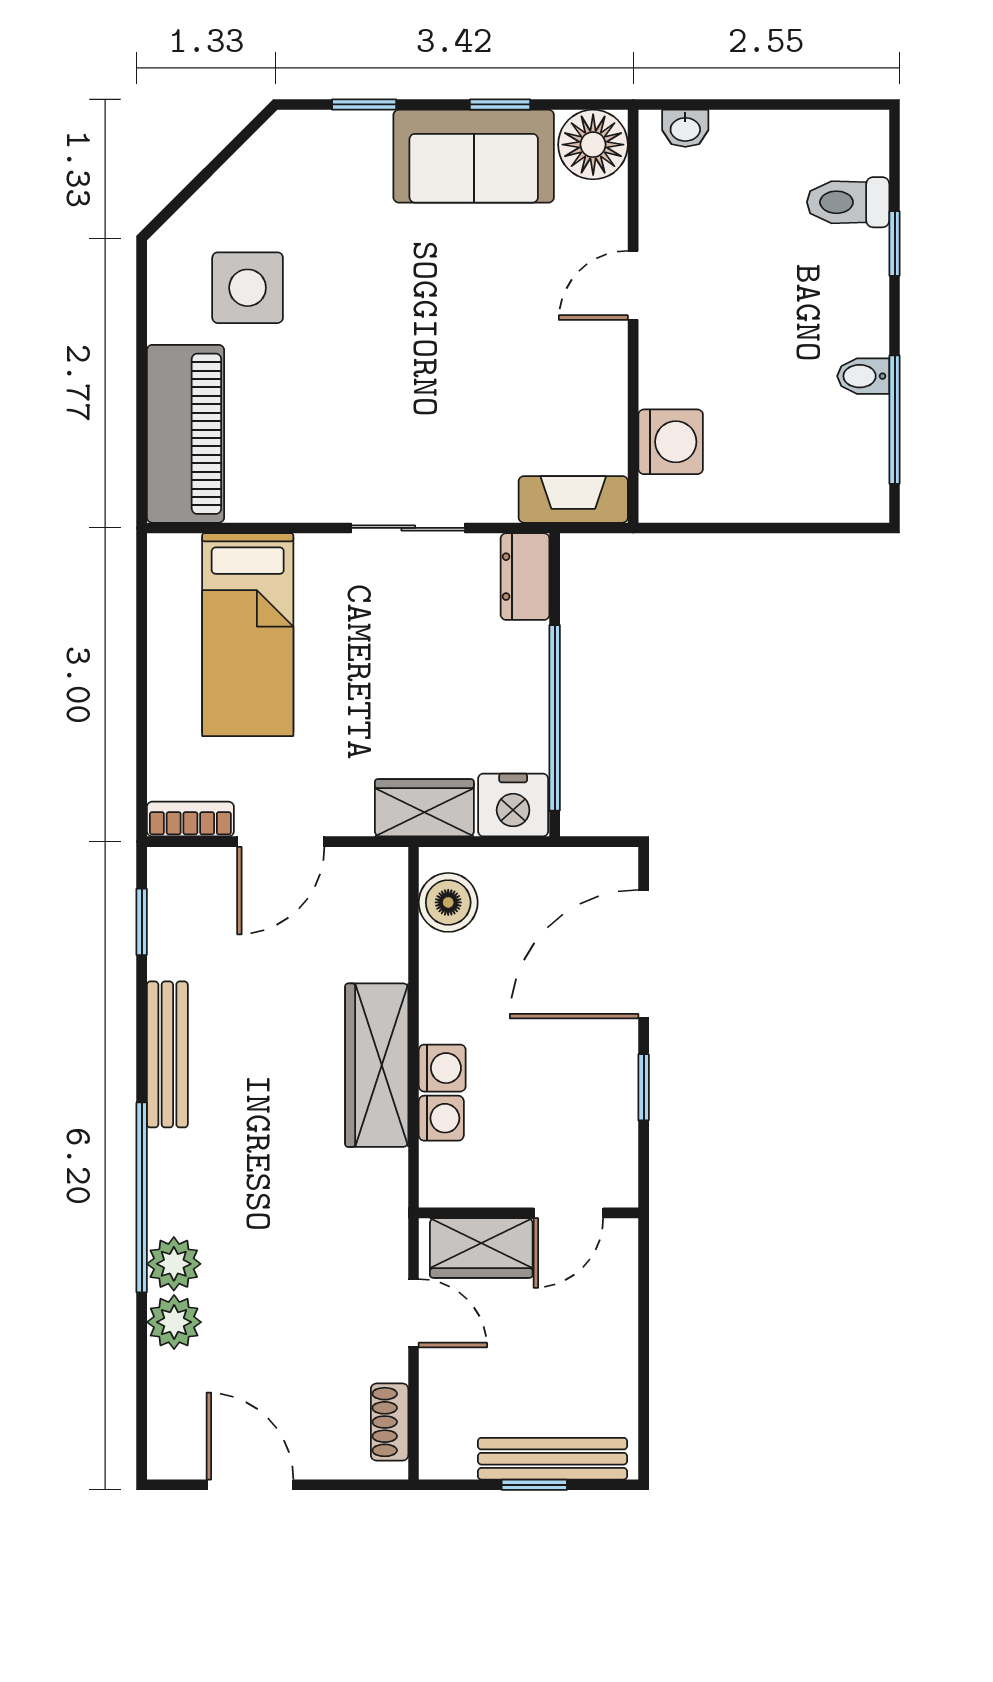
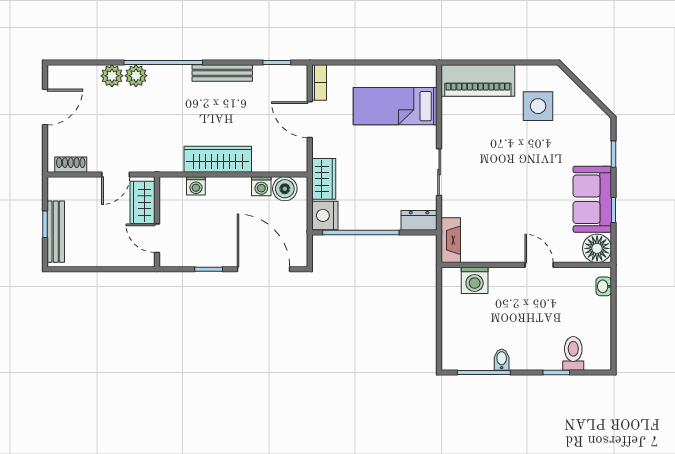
washing machine: (442, 1068) -> (261, 186), moved

